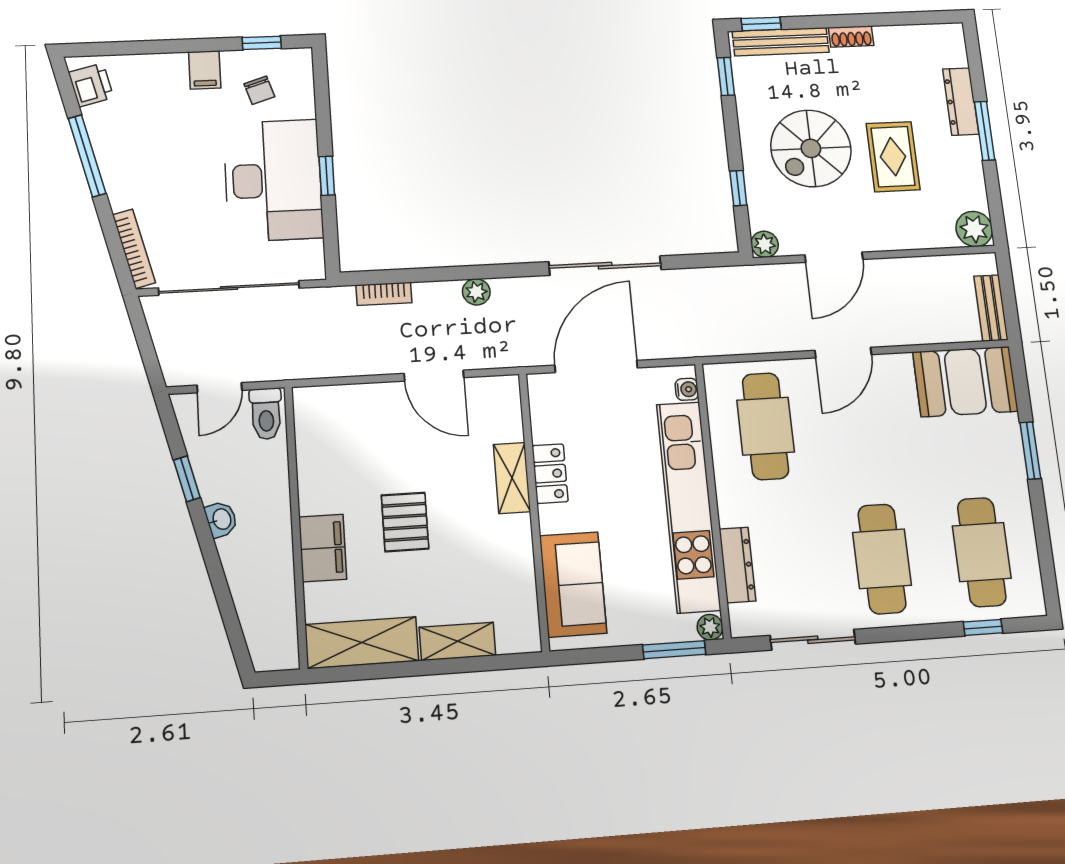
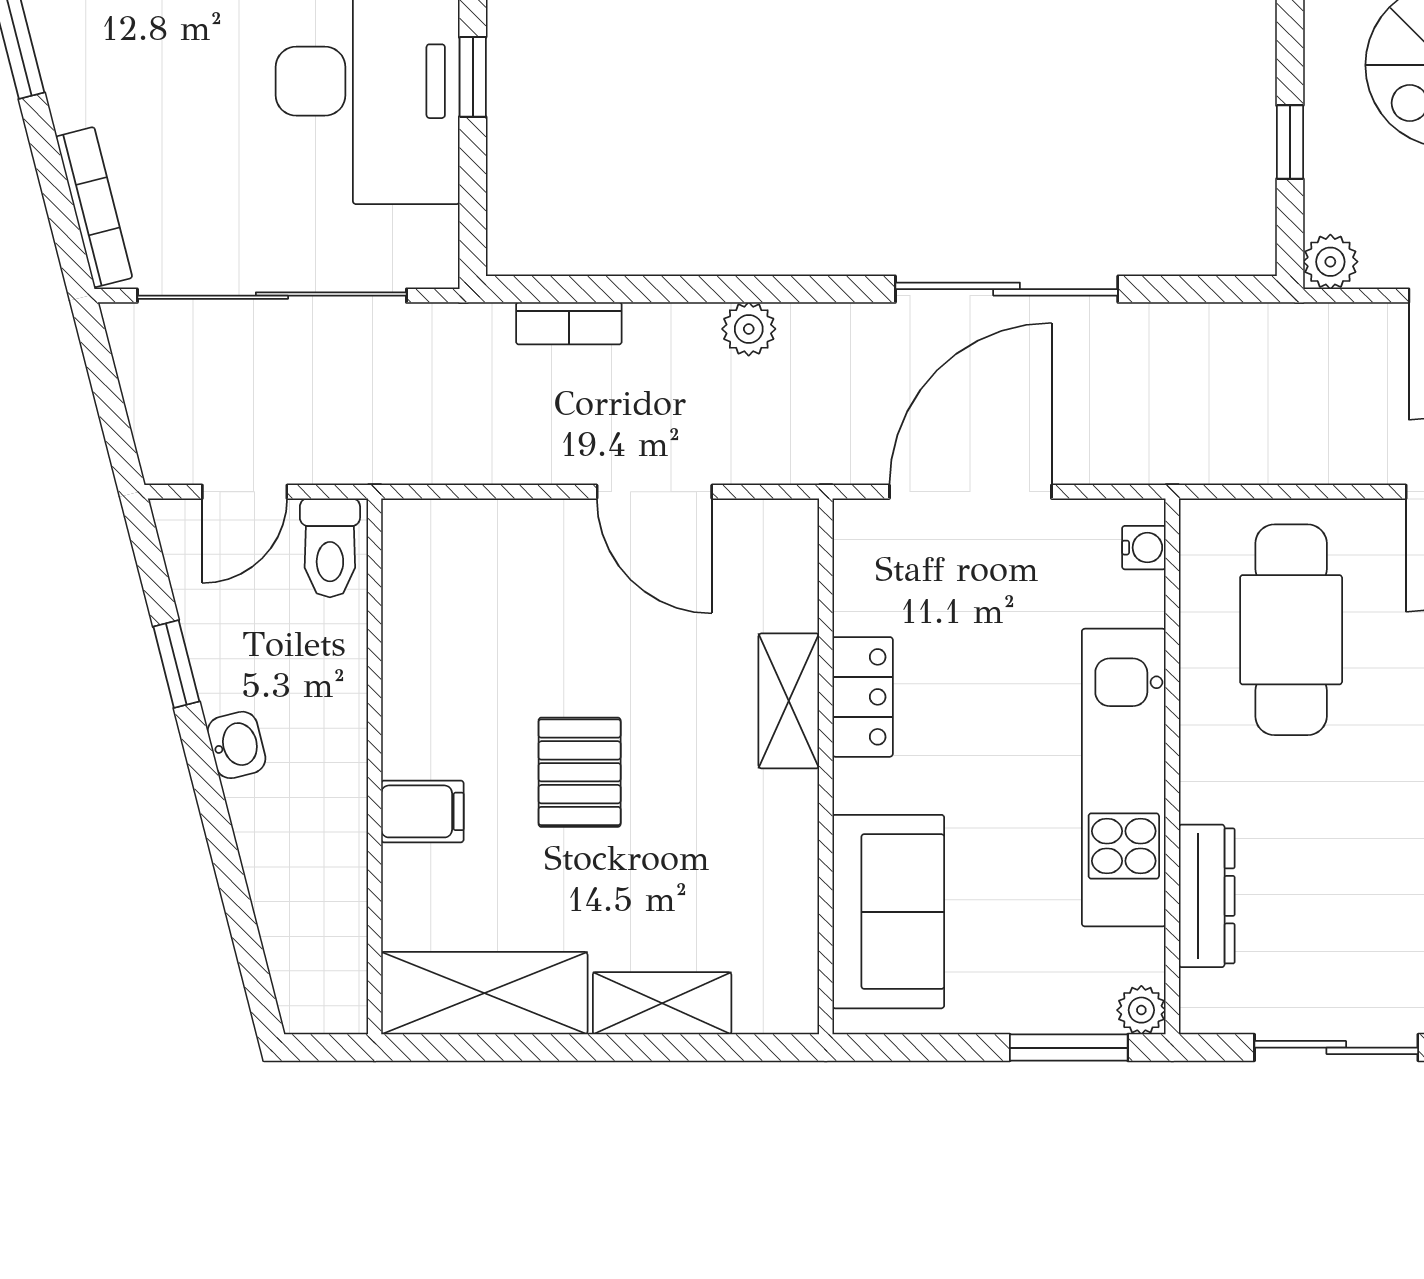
kitchen unit: (689, 507) -> (1124, 778), width x0.73
filing cabinet: (323, 548) -> (422, 811), width x0.50

